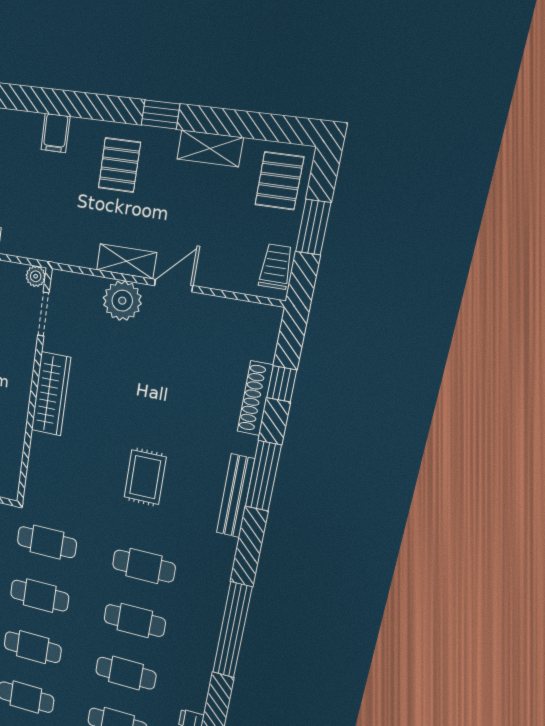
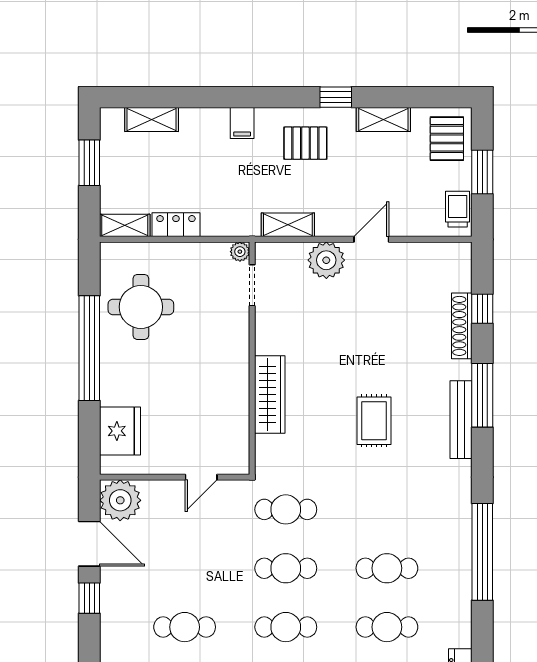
pallet: (119, 165) -> (305, 143), turned 90
shelving: (126, 261) -> (288, 225), moved
wardrobe: (51, 394) -> (270, 394), moved
cafe table: (144, 566) -> (387, 509), removed

